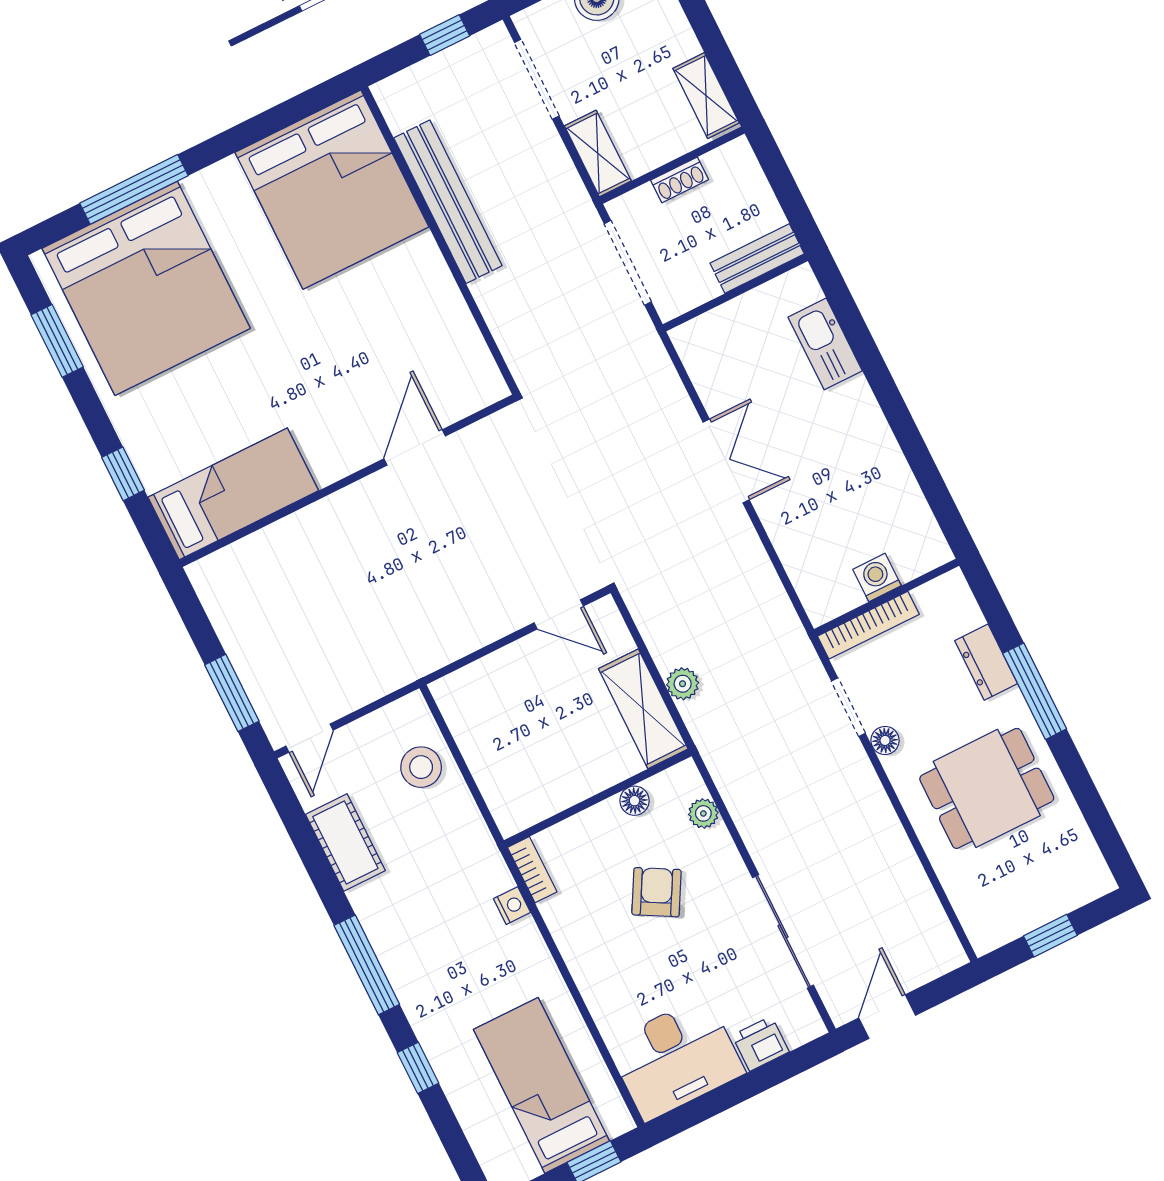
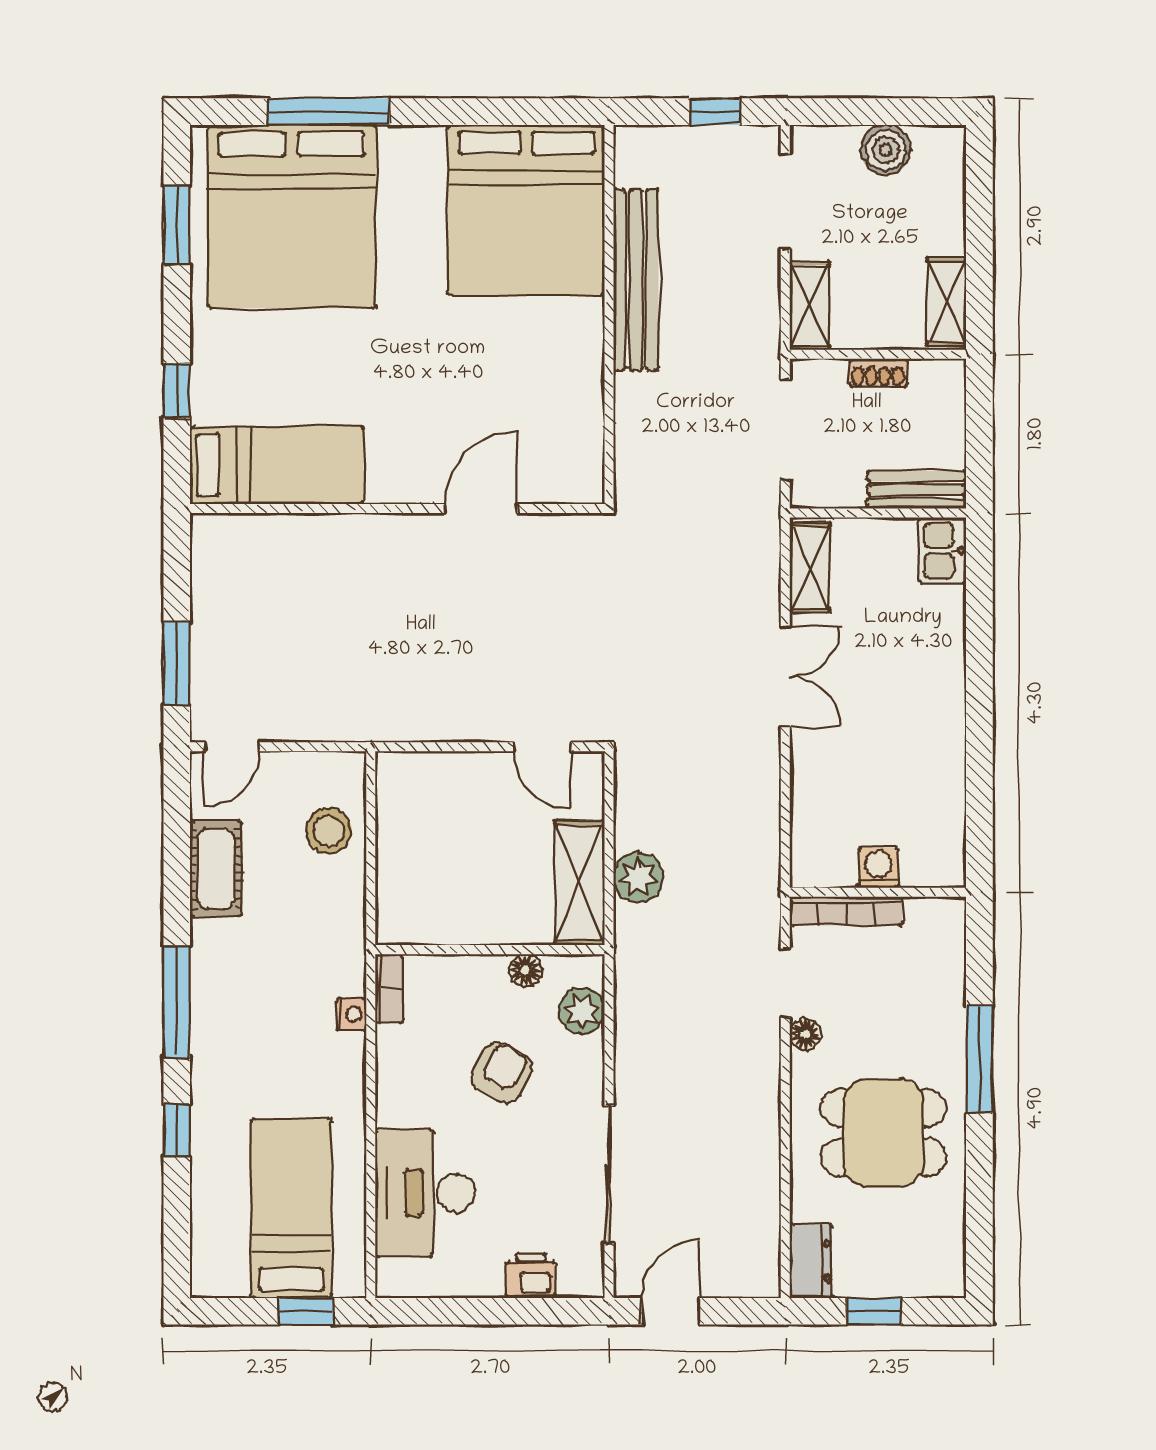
kitchen sink: (825, 344) -> (942, 550), moved, width x0.73
shelving: (702, 364) -> (810, 568), added
dresser: (986, 662) -> (811, 1261), moved, turned 180
plant: (683, 684) -> (638, 877), width x1.38, depth x1.38
plant: (703, 813) -> (582, 1011), width x1.38, depth x1.38
desk: (676, 1058) -> (425, 1193), moved, turned 90

